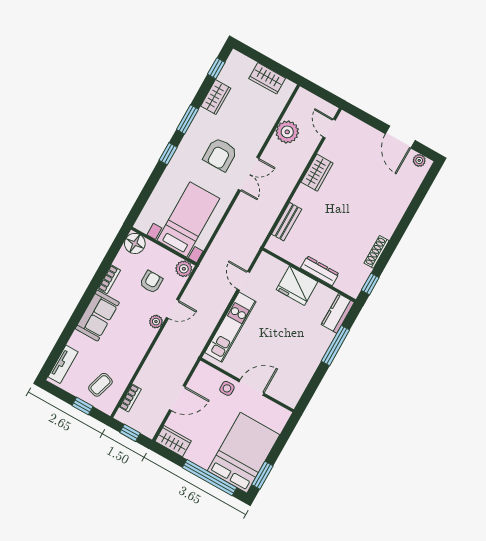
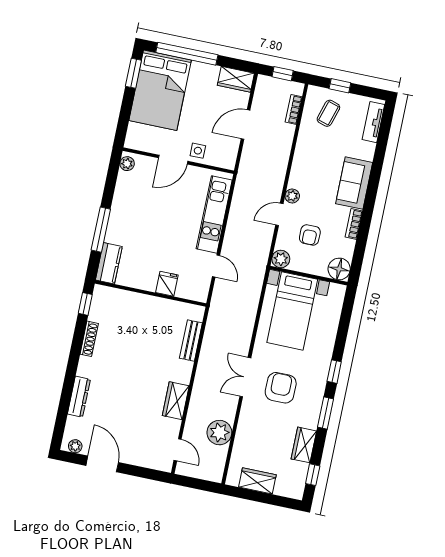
dresser: (320, 271) -> (79, 397), moved, turned -90
fridge: (297, 286) -> (167, 284), width x0.53, depth x0.75
plant: (293, 397) -> (127, 164), added

